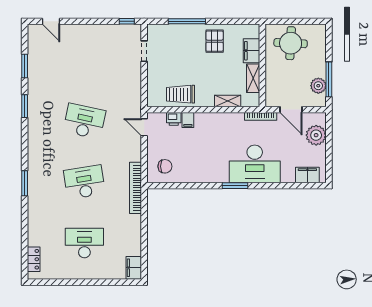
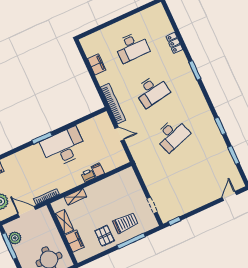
door: (51, 21) -> (229, 196), hinge flipped
trolley: (181, 94) -> (125, 223), moved
printer: (174, 119) -> (88, 175), moved
desk: (84, 121) -> (172, 135), turned -30
door: (144, 127) -> (120, 134), moved
desk: (255, 164) -> (64, 147), moved
chair: (165, 166) -> (99, 129), removed
locker: (34, 259) -> (174, 43), moved
filing cabinet: (134, 268) -> (97, 64), moved

